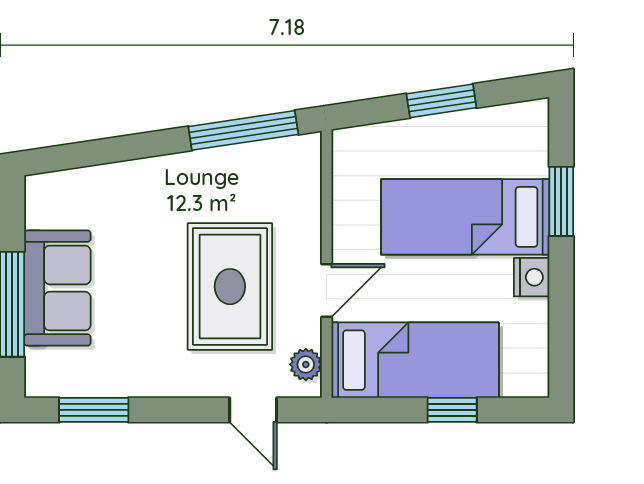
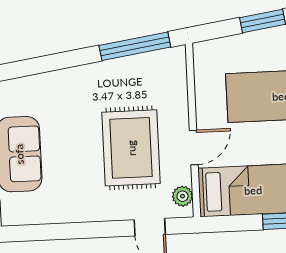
window: (94, 410) -> (46, 232), removed

